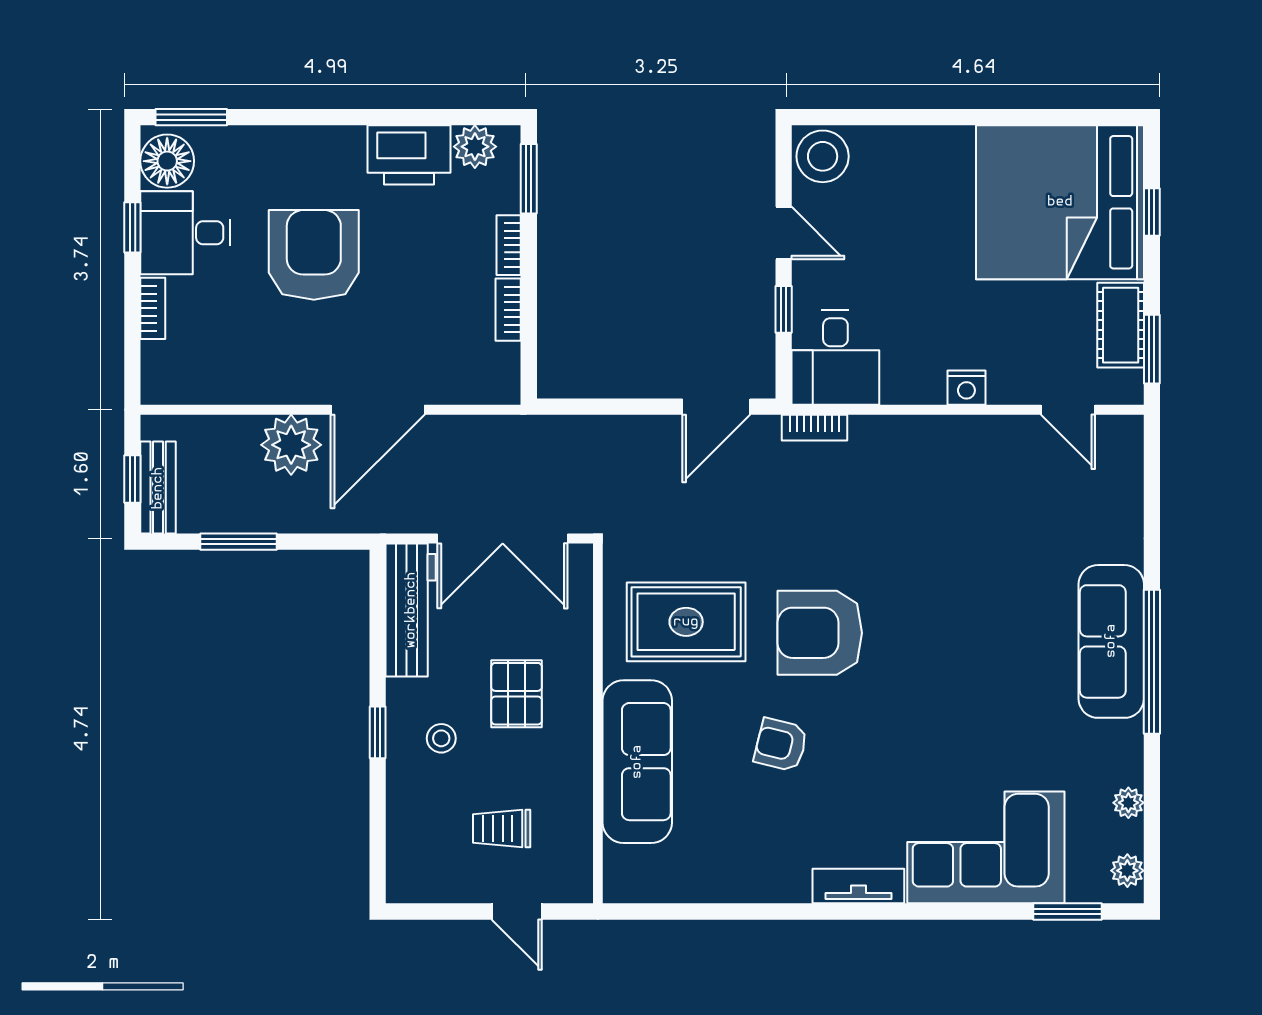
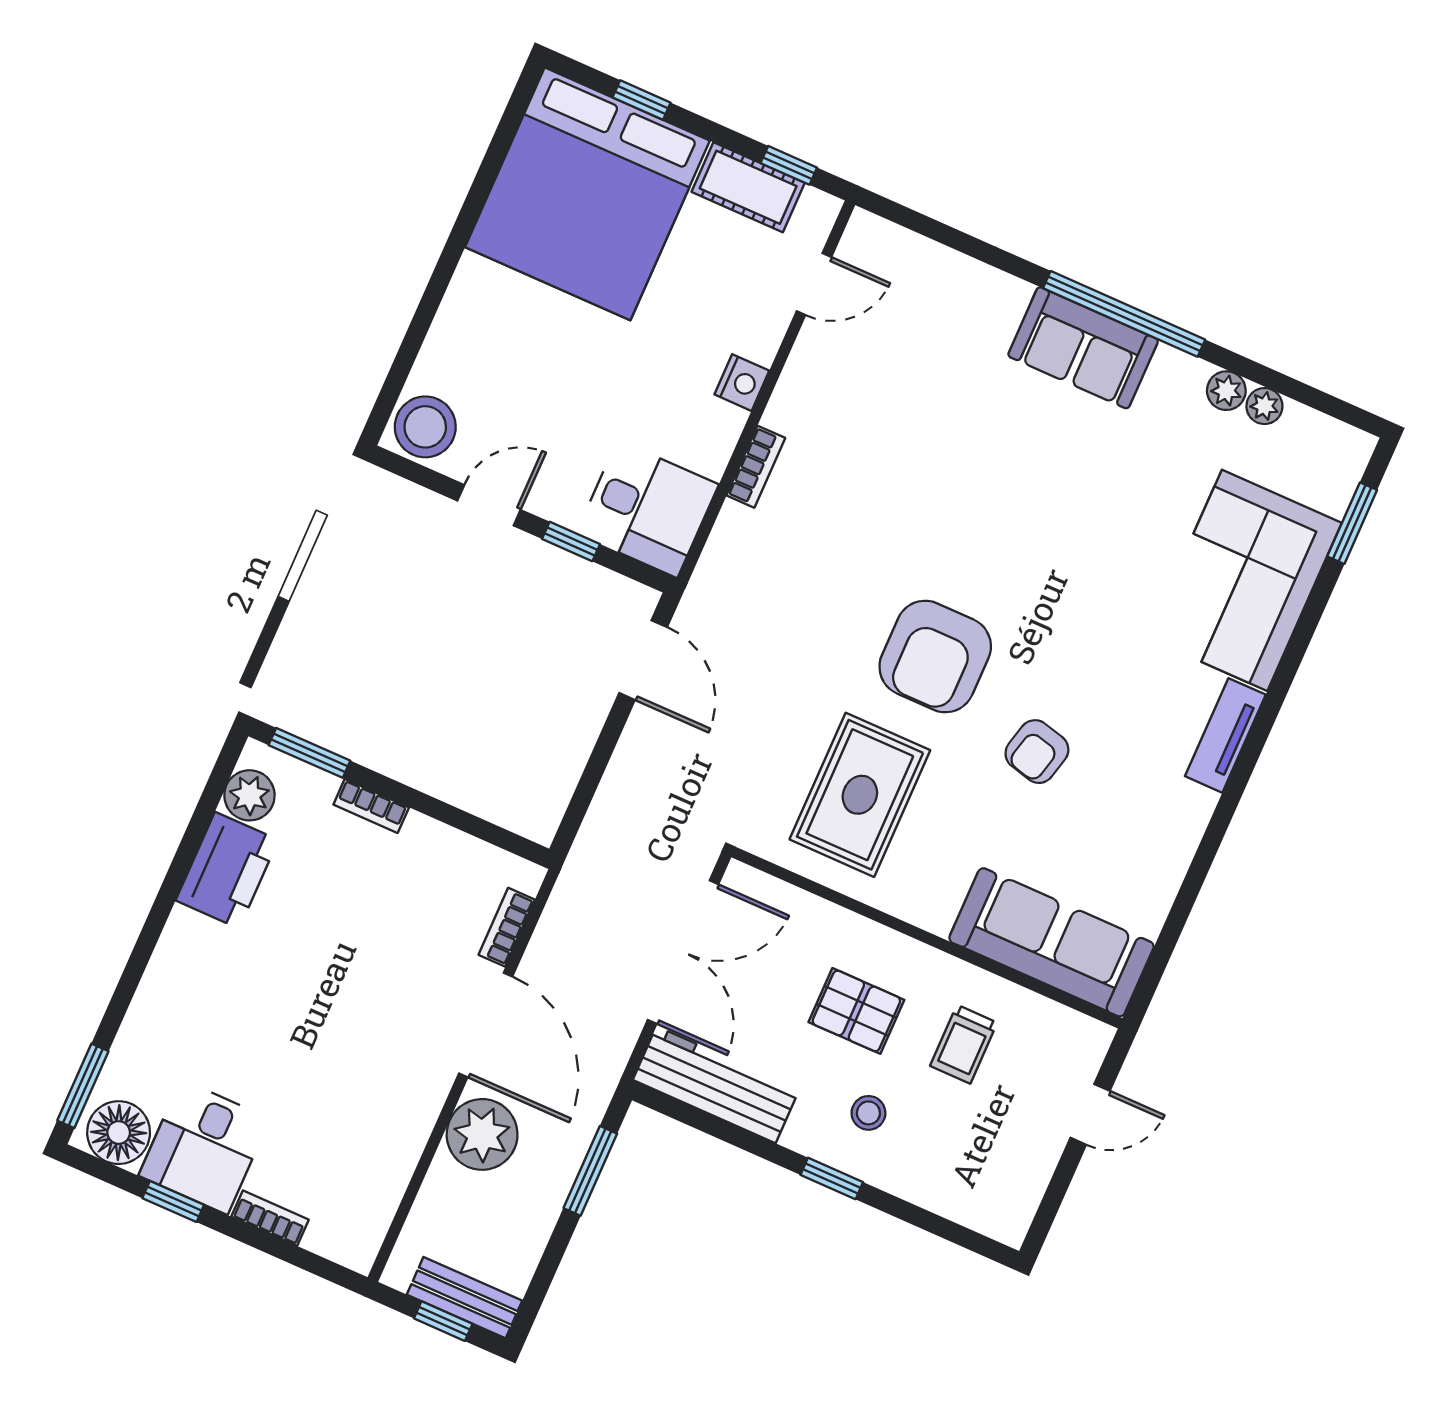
armchair: (314, 255) -> (289, 1020), removed
bookcase: (508, 310) -> (507, 927), moved, turned 90
window: (1152, 349) -> (789, 165), width x0.67
bookcase: (814, 428) -> (756, 467), moved
window: (238, 542) -> (590, 1171), moved
sofa: (1111, 641) -> (1083, 348), width x0.73
sofa: (637, 762) -> (1052, 942), moved
trolley: (502, 828) -> (964, 1044), moved
plant: (1127, 871) -> (1226, 391), moved

